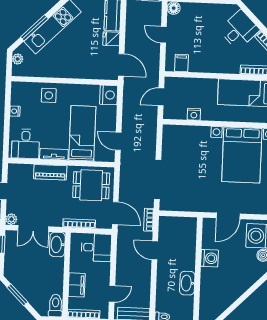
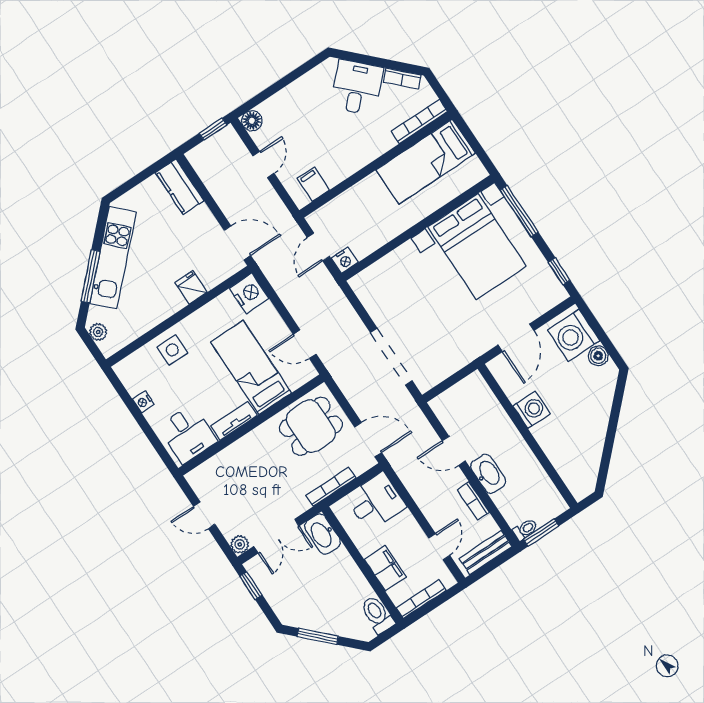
door: (163, 35) -> (264, 165), swing flipped
fridge: (111, 39) -> (191, 287), moved, turned 90
nightstand: (194, 114) -> (345, 260), moved
piano: (50, 172) -> (246, 448), removed
bookcase: (149, 220) -> (473, 501), moved
washbasin: (187, 283) -> (488, 474), moved, turned 180

